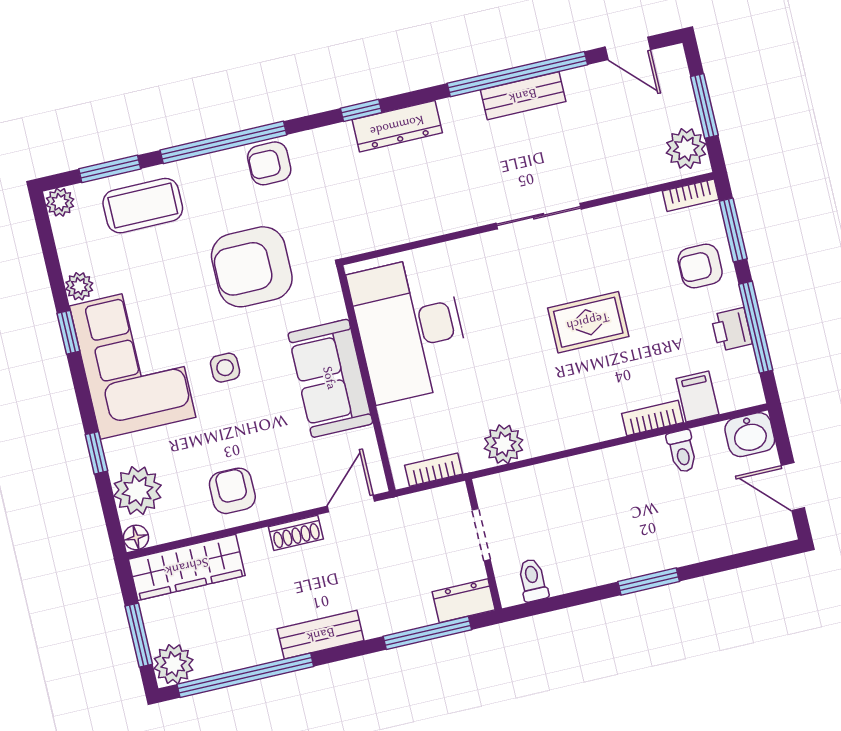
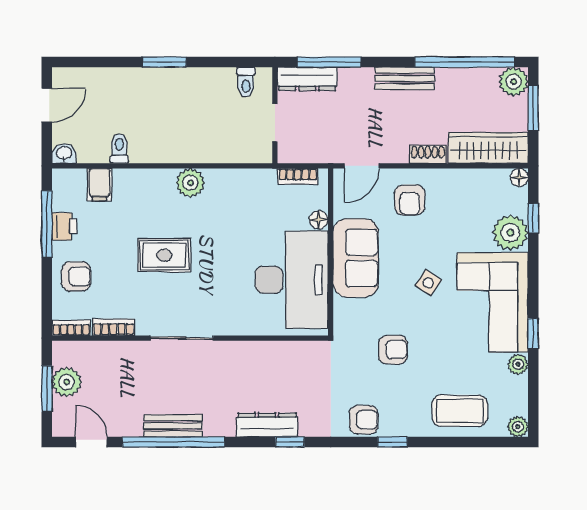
window: (223, 142) -> (392, 442), width x0.32
plant: (686, 148) -> (67, 382), moved
window: (110, 169) -> (477, 442), removed
window: (733, 230) -> (47, 296), removed
armchair: (252, 267) -> (393, 350), width x0.53, depth x0.53
side table: (225, 368) -> (428, 283), turned 34
floor lamp: (392, 418) -> (319, 220), added
bookcase: (653, 418) -> (113, 327), moved, turned 180
washbasin: (750, 435) -> (64, 154), width x0.72, depth x0.69
plant: (504, 444) -> (190, 183), moved
window: (96, 453) -> (533, 218), moved
door: (793, 487) -> (47, 105), hinge flipped
plant: (138, 491) -> (510, 233), moved
armchair: (232, 491) -> (410, 200), moved
shoe rack: (296, 533) -> (428, 154), moved
dresser: (464, 601) -> (307, 79), width x1.44

